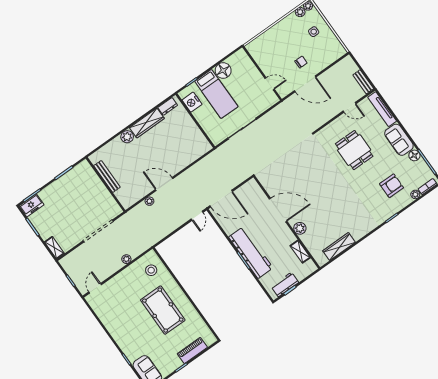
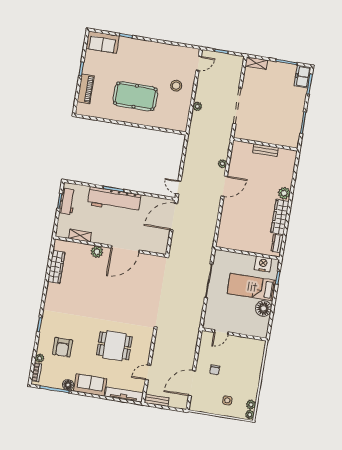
door: (305, 84) -> (192, 383), moved
bench: (107, 176) -> (266, 150), width x0.73
stool: (151, 270) -> (176, 86), moved
door: (95, 288) -> (199, 63), hinge flipped

